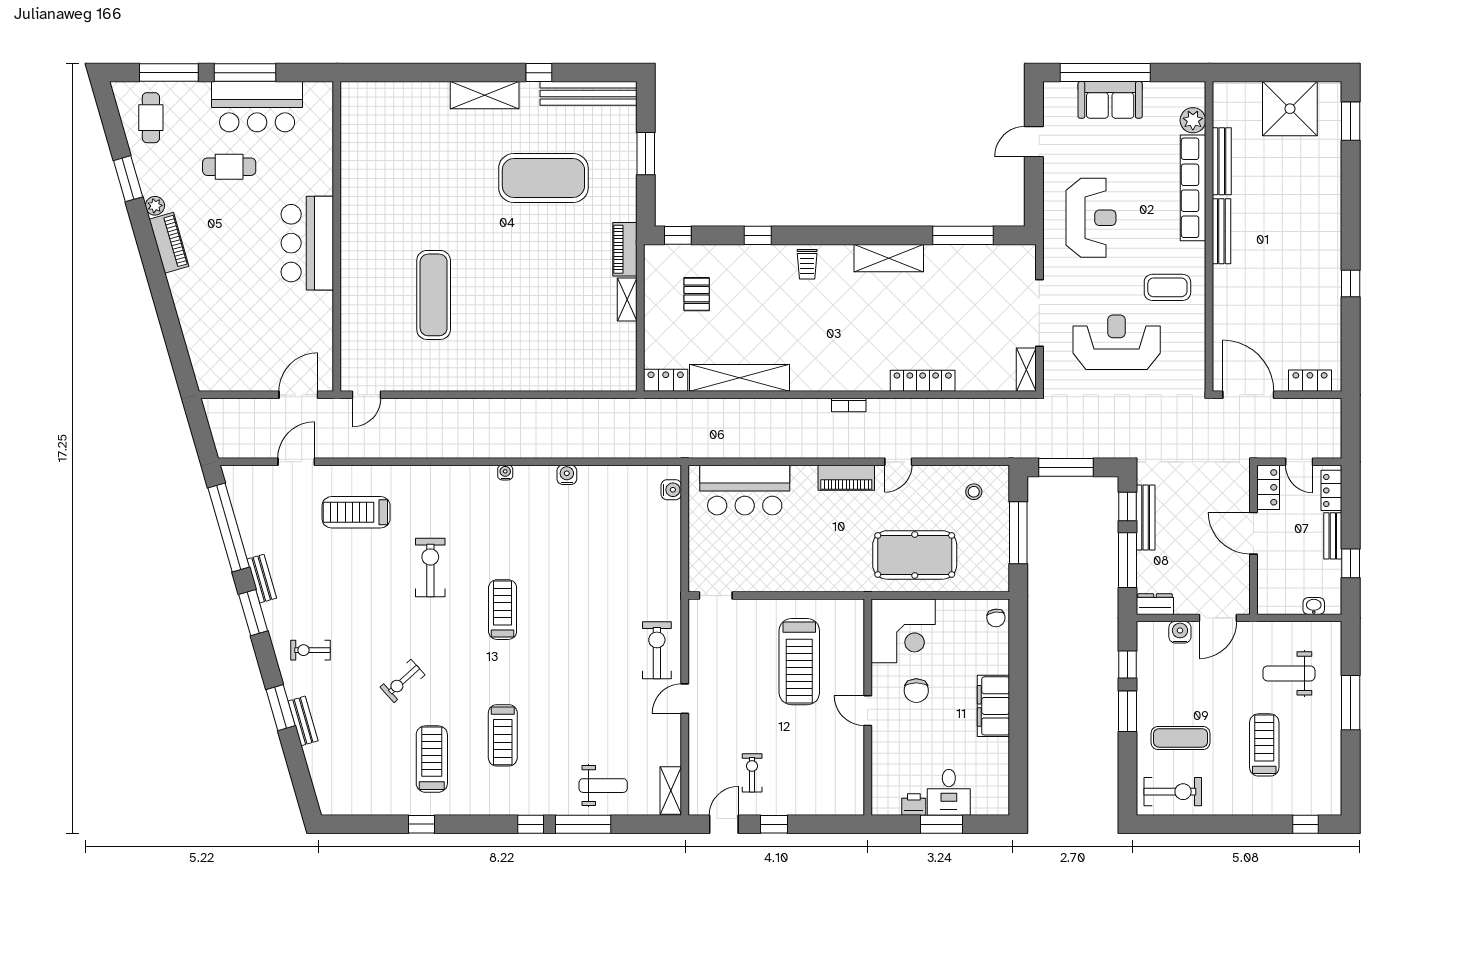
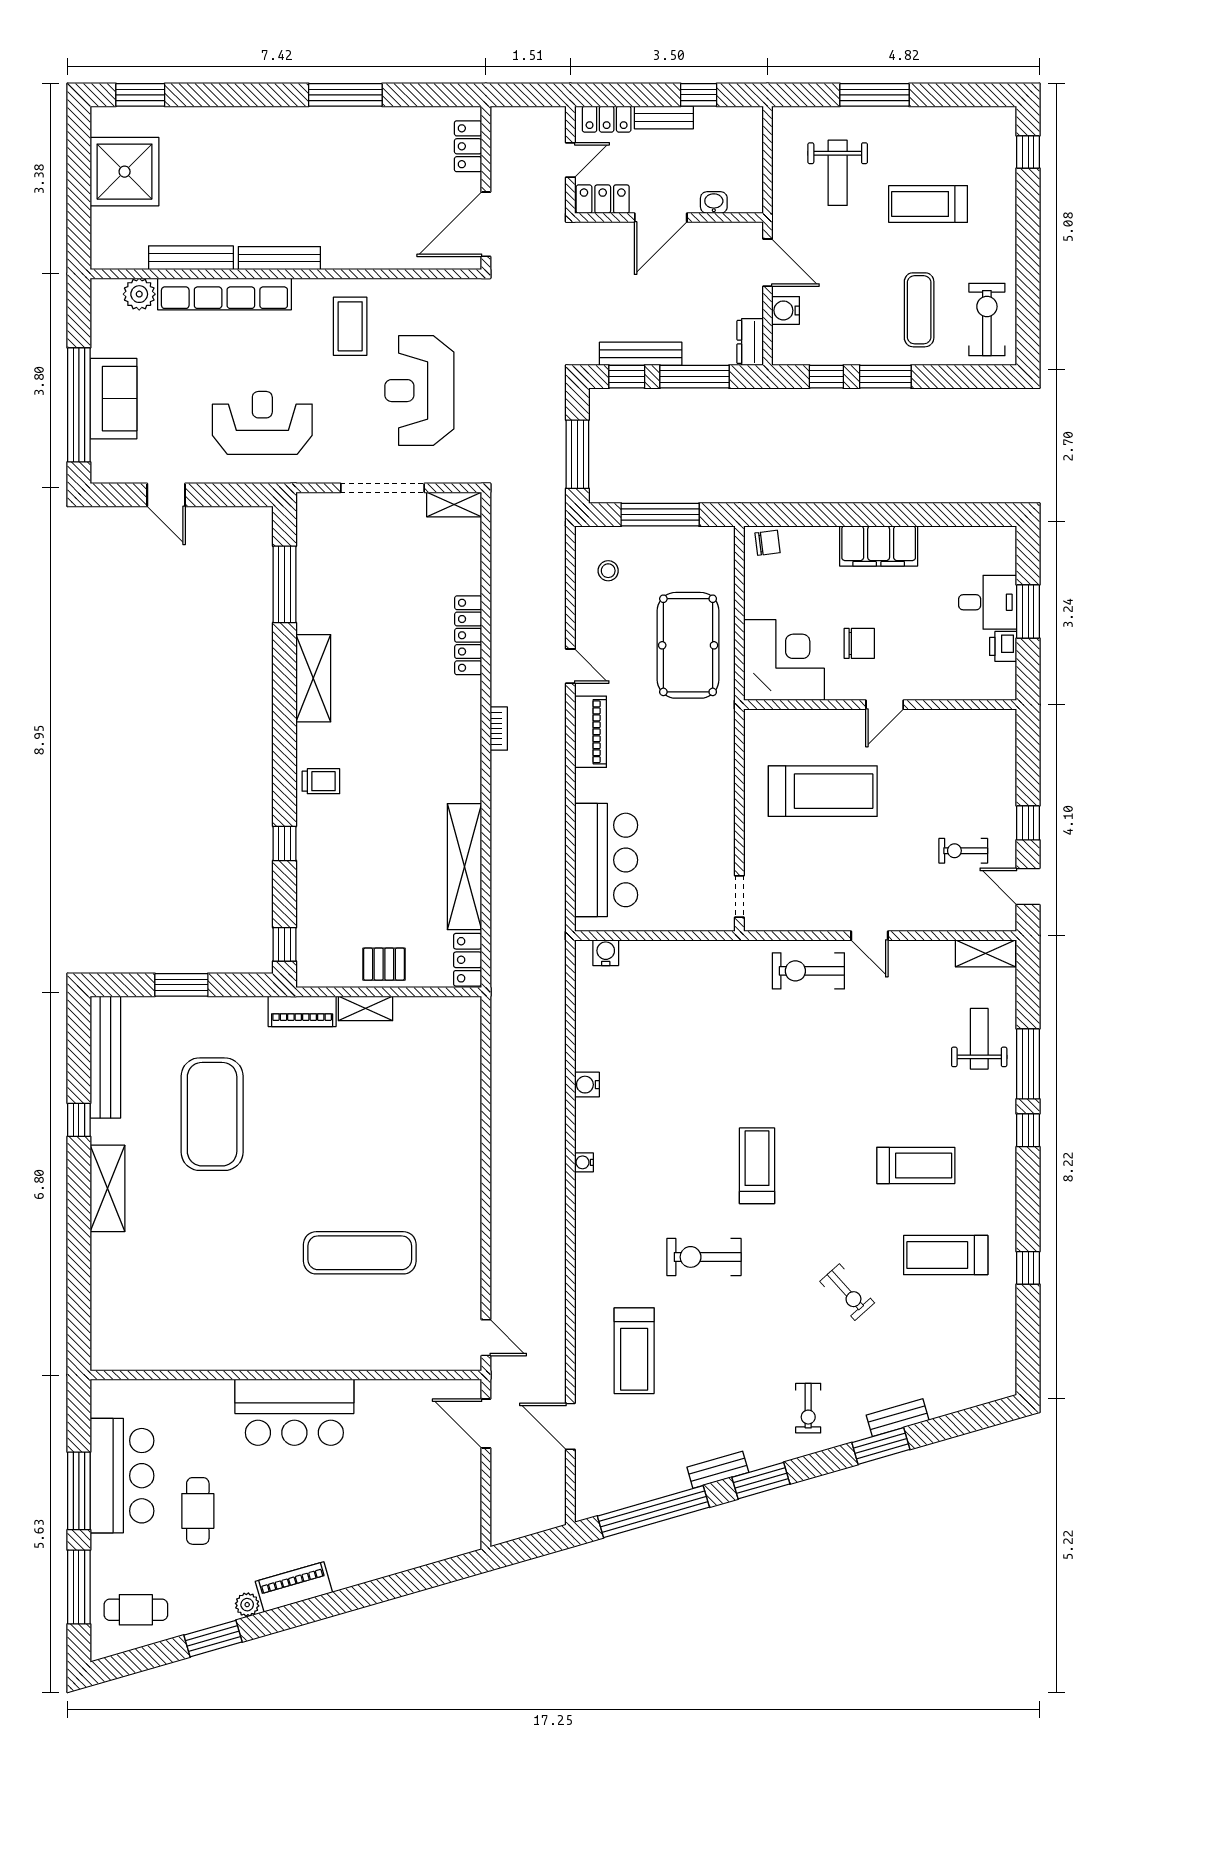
window: (1351, 283) -> (345, 95), width x2.17
pallet: (697, 294) -> (384, 964), moved
washbasin: (1314, 606) -> (714, 202), moved, turned 90
treadmill: (503, 610) -> (757, 1166), turned 90

